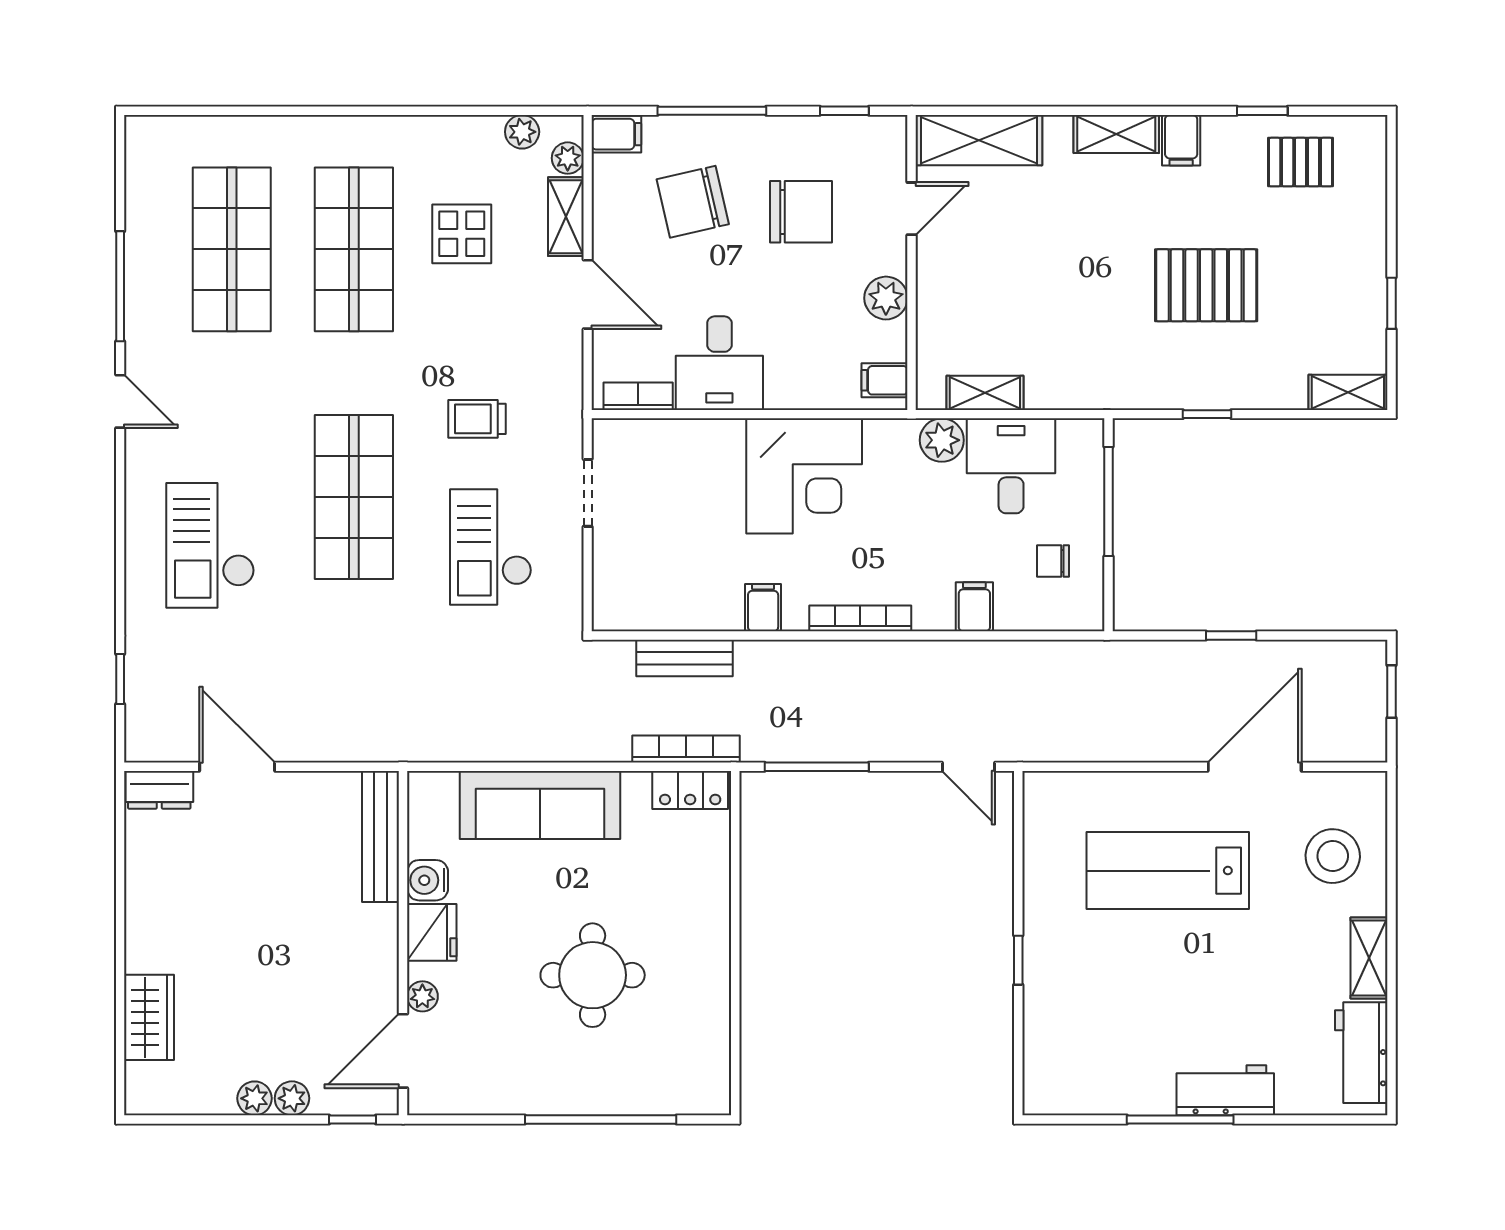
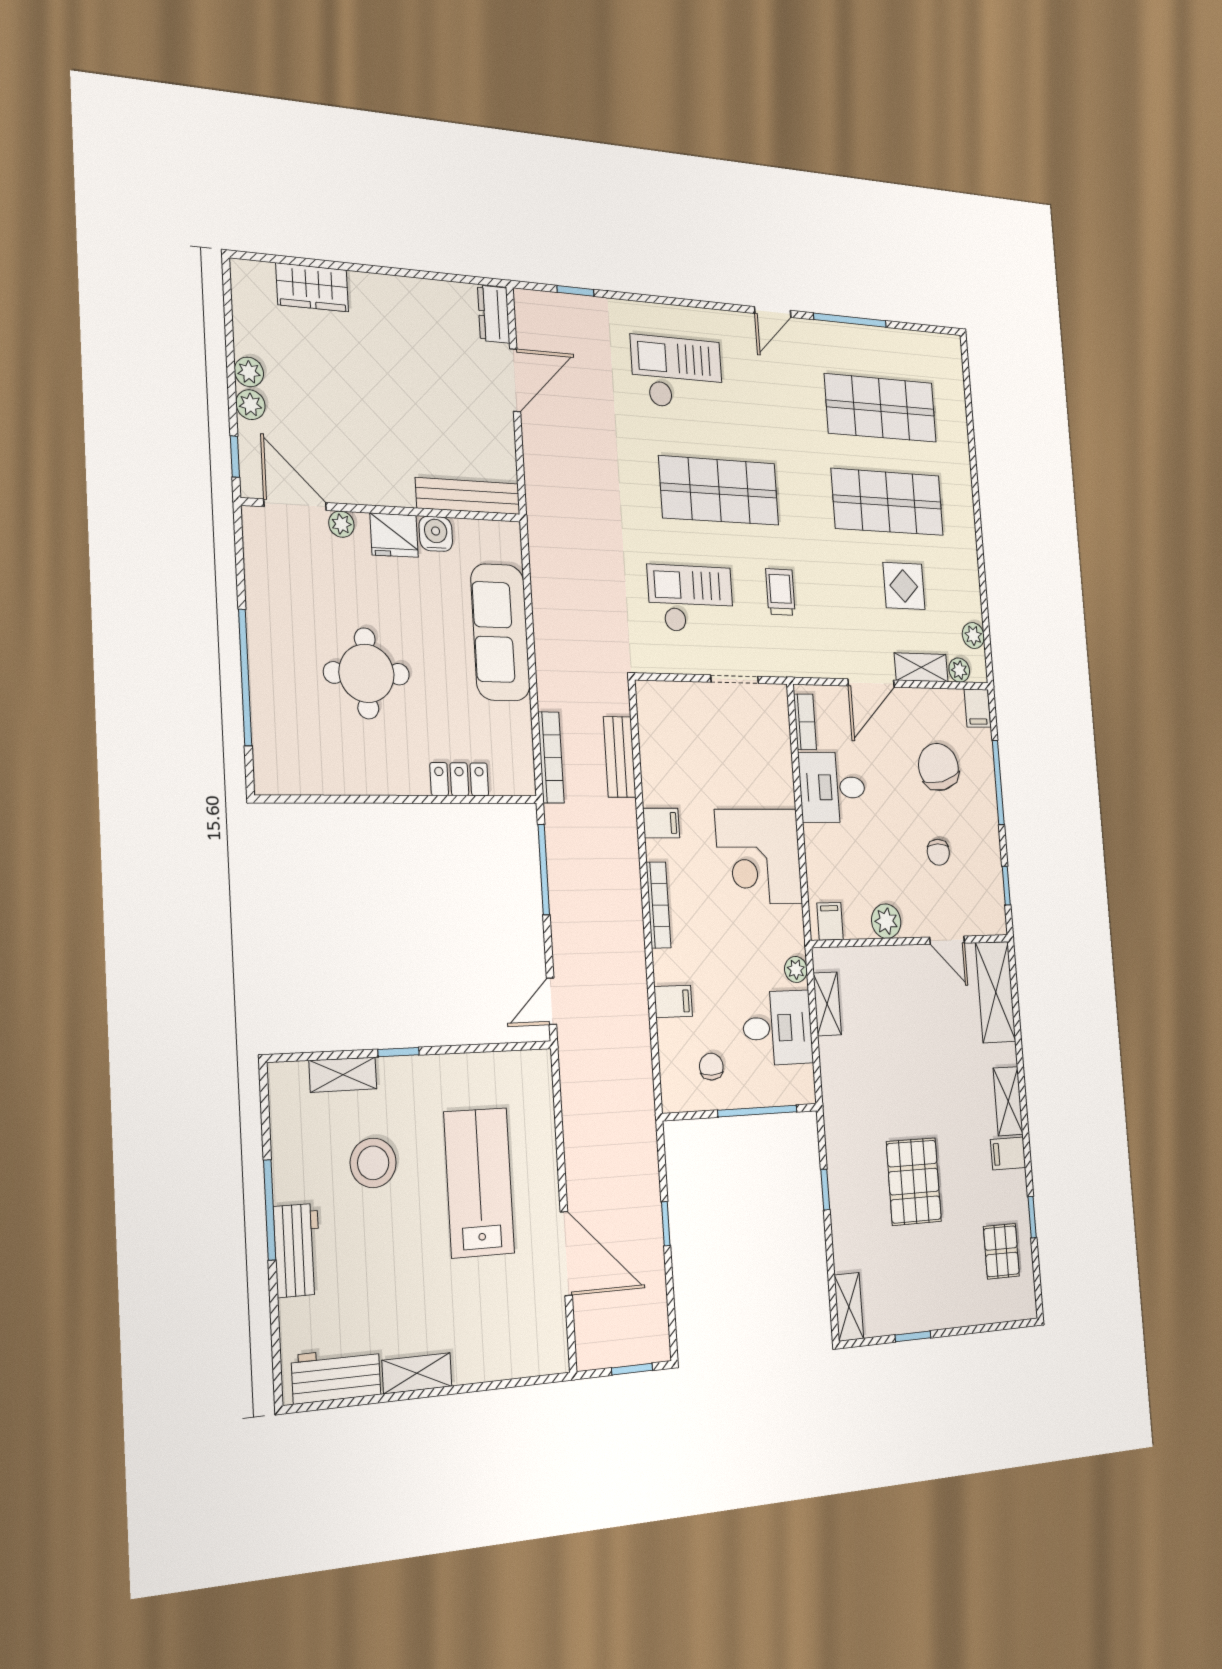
chair: (801, 212) -> (938, 852), width x0.54, depth x0.54
plant: (942, 440) -> (796, 969), width x0.73, depth x0.73
locker: (690, 790) -> (459, 779), moved, turned 90
stool: (1333, 856) -> (373, 1163), moved
shelving: (1040, 1028) -> (343, 1075), added

